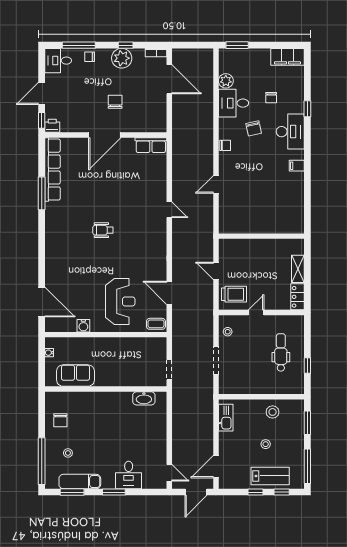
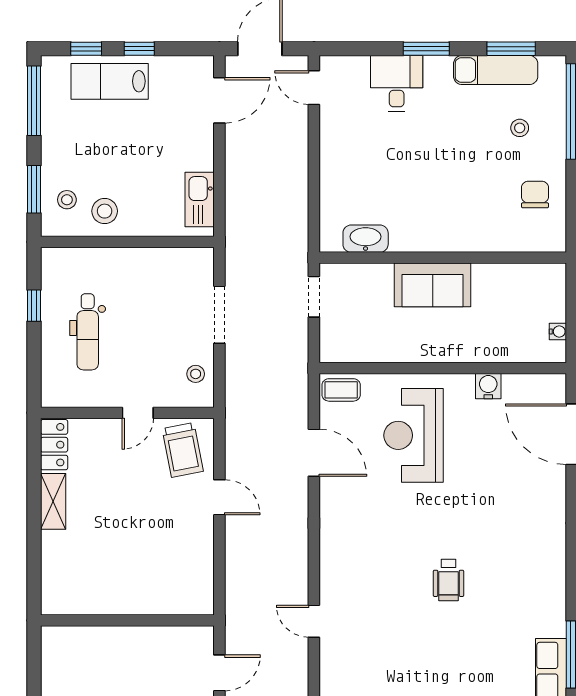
wheelchair: (103, 230) -> (448, 580), turned 90
wall: (261, 236) -> (127, 620), moved
trolley: (234, 294) -> (183, 450), turned -101
sofa: (75, 376) -> (433, 285), moved
stool: (266, 444) -> (67, 200), moved

